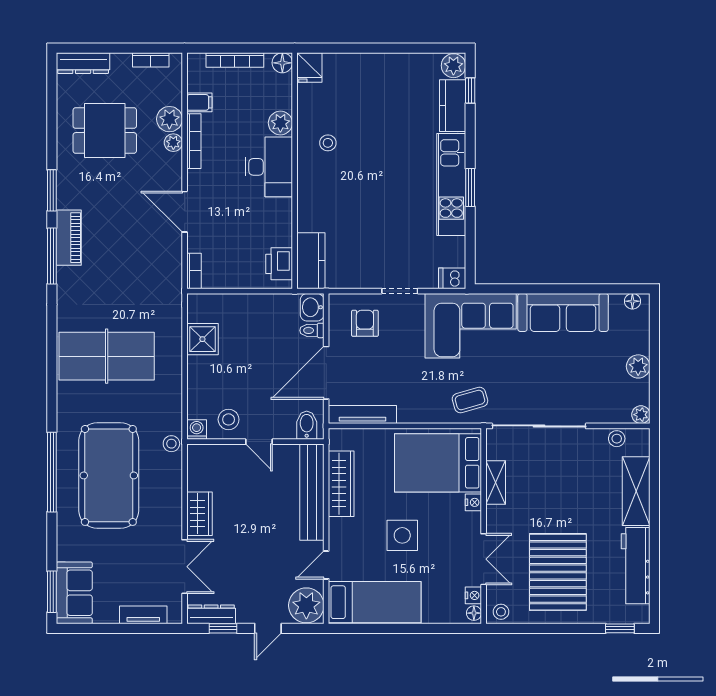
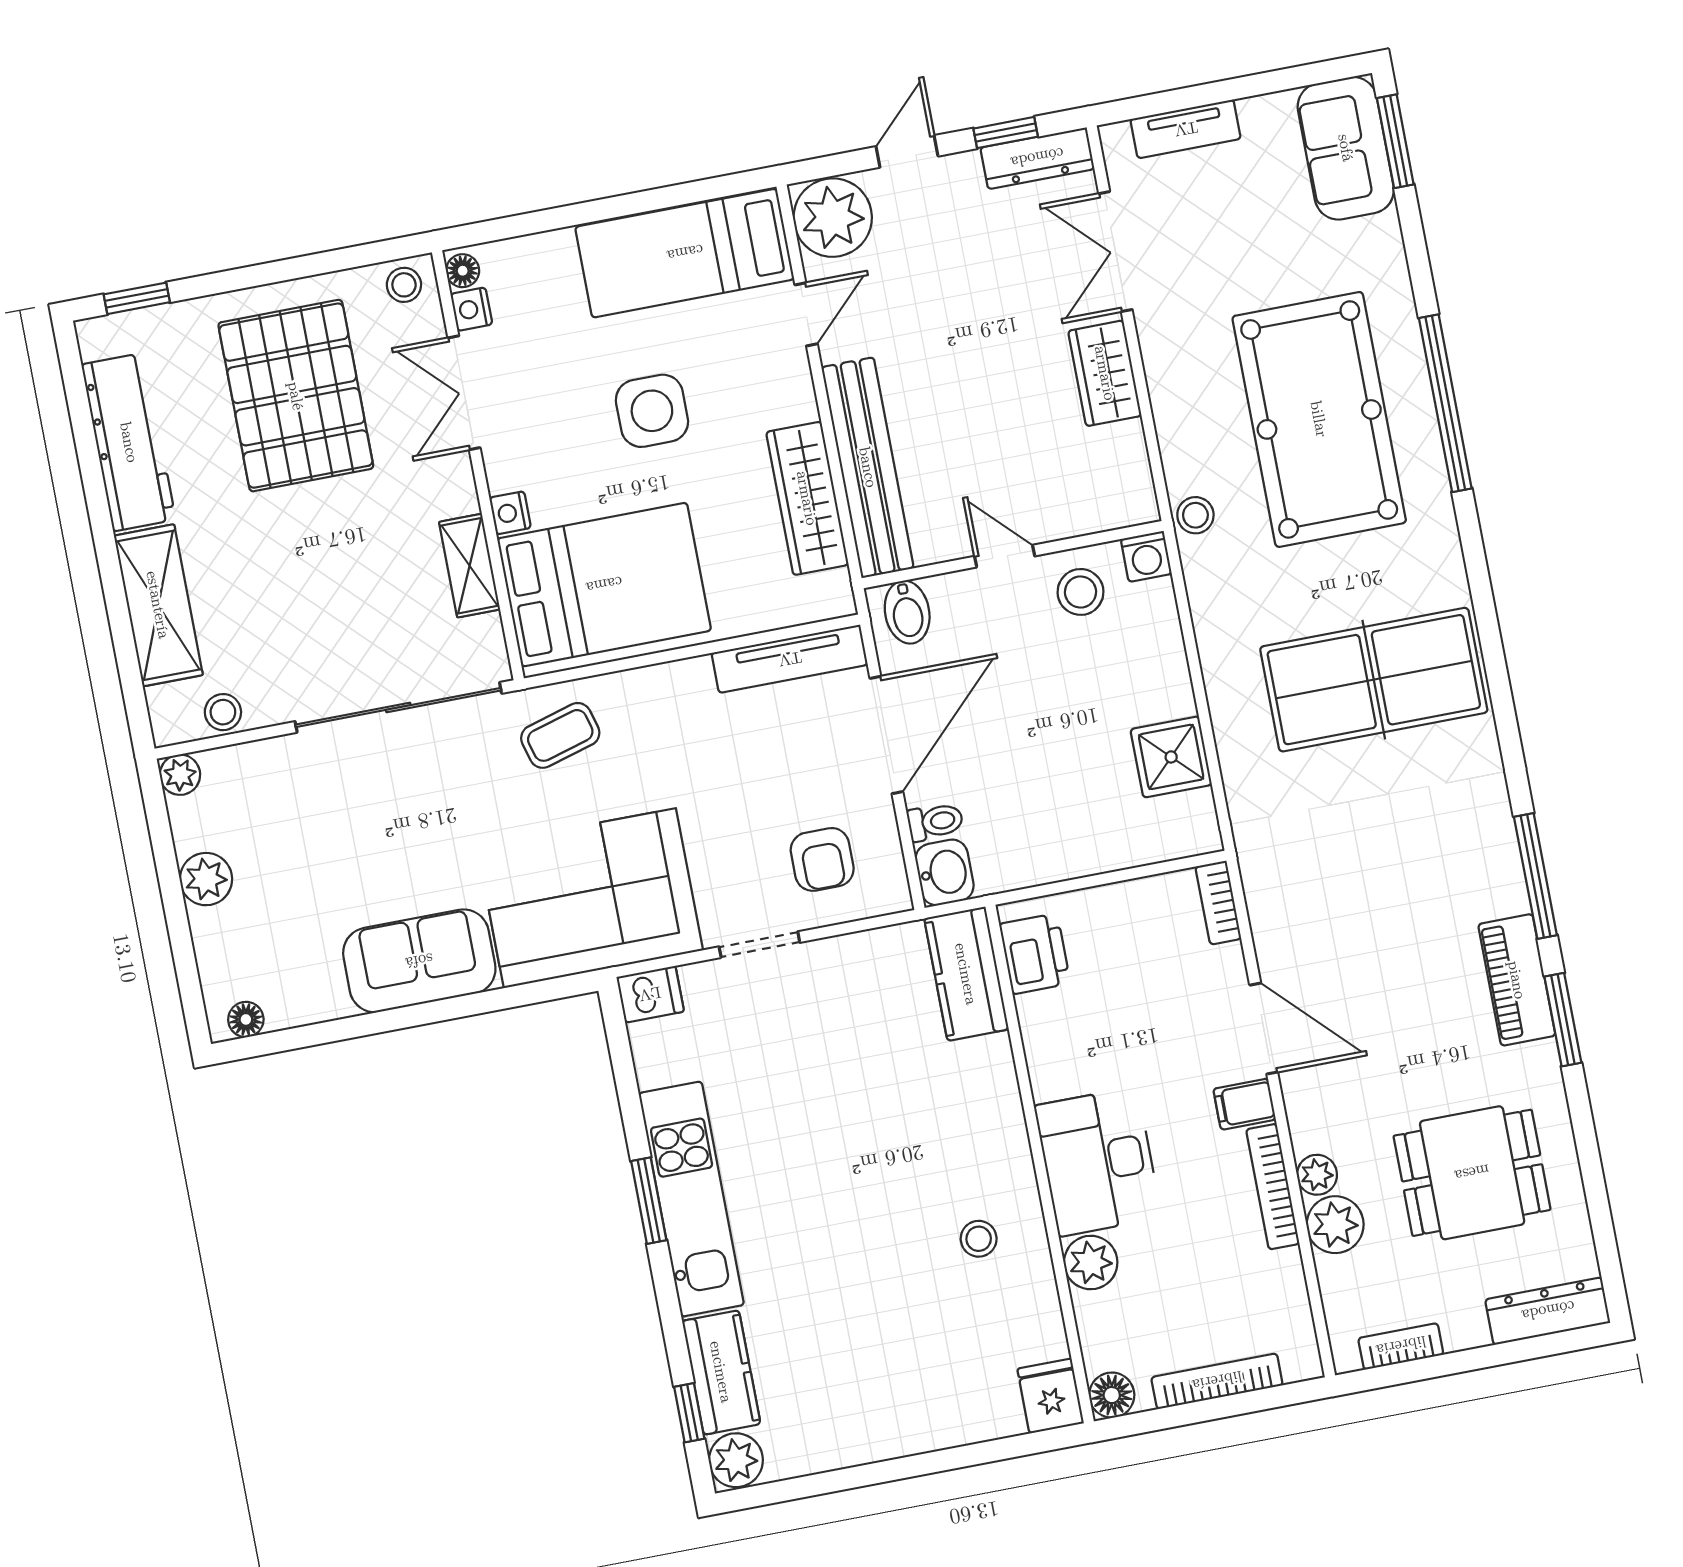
filing cabinet: (199, 102) -> (1244, 1104), moved
piano: (69, 238) -> (1517, 980), moved
sofa: (563, 312) -> (419, 961), width x0.73

